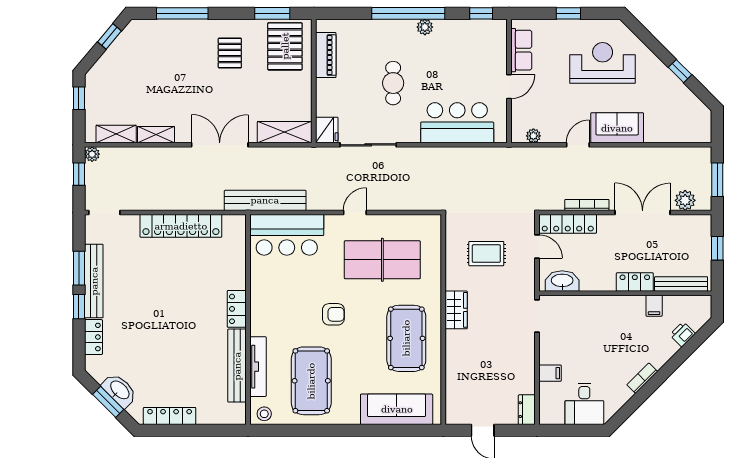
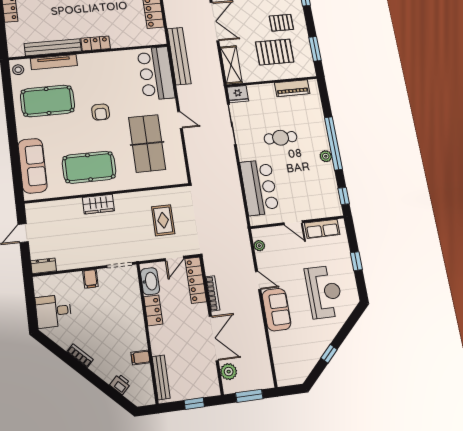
pallet: (285, 46) -> (275, 52), moved
locker: (635, 282) -> (153, 310), moved
wardrobe: (456, 310) -> (98, 204), moved
filing cabinet: (550, 373) -> (90, 279), moved

